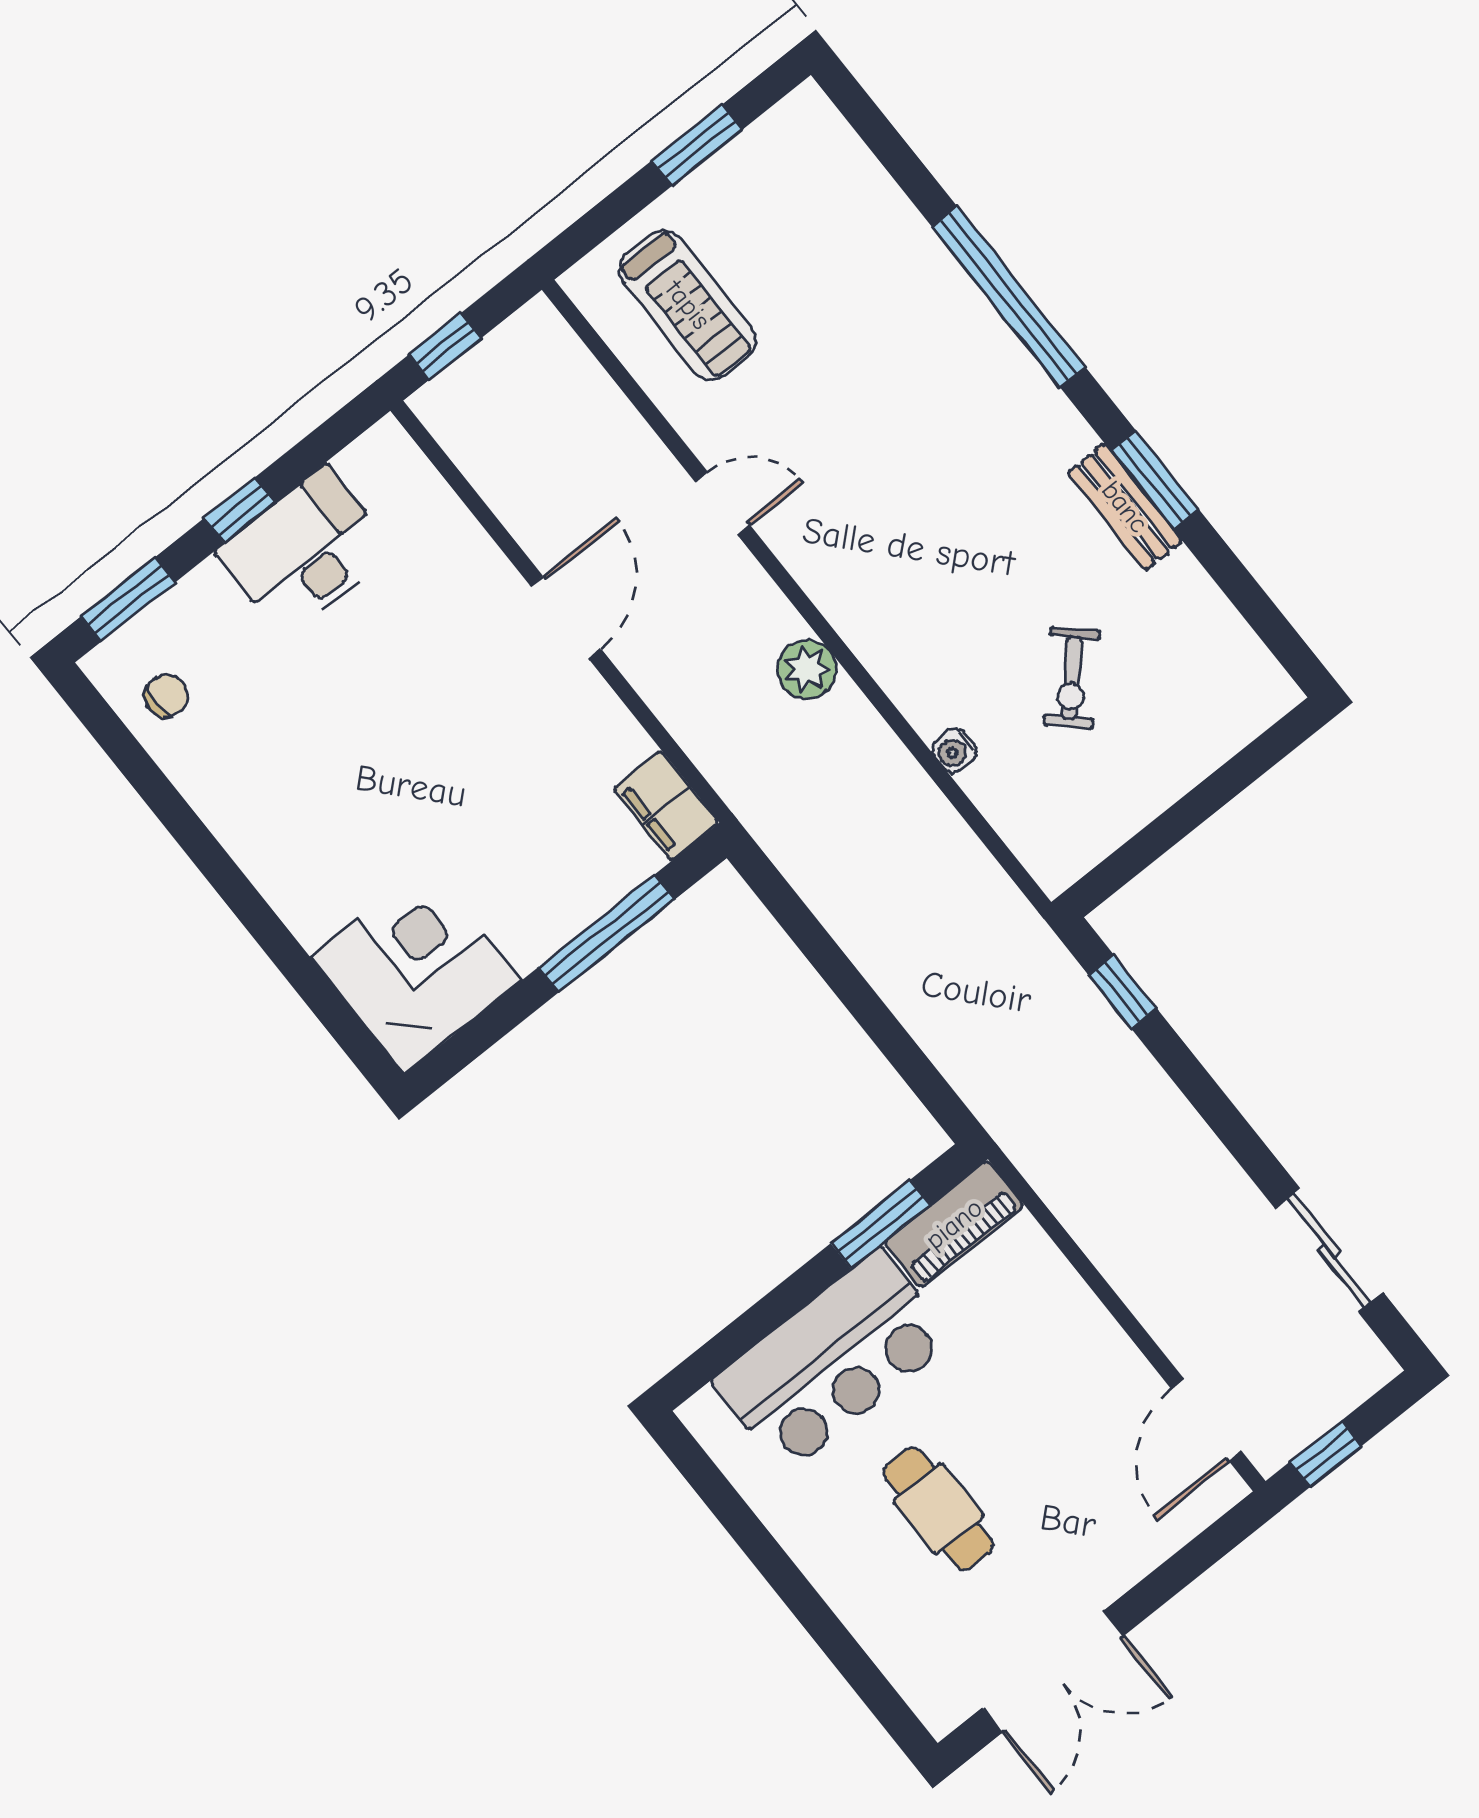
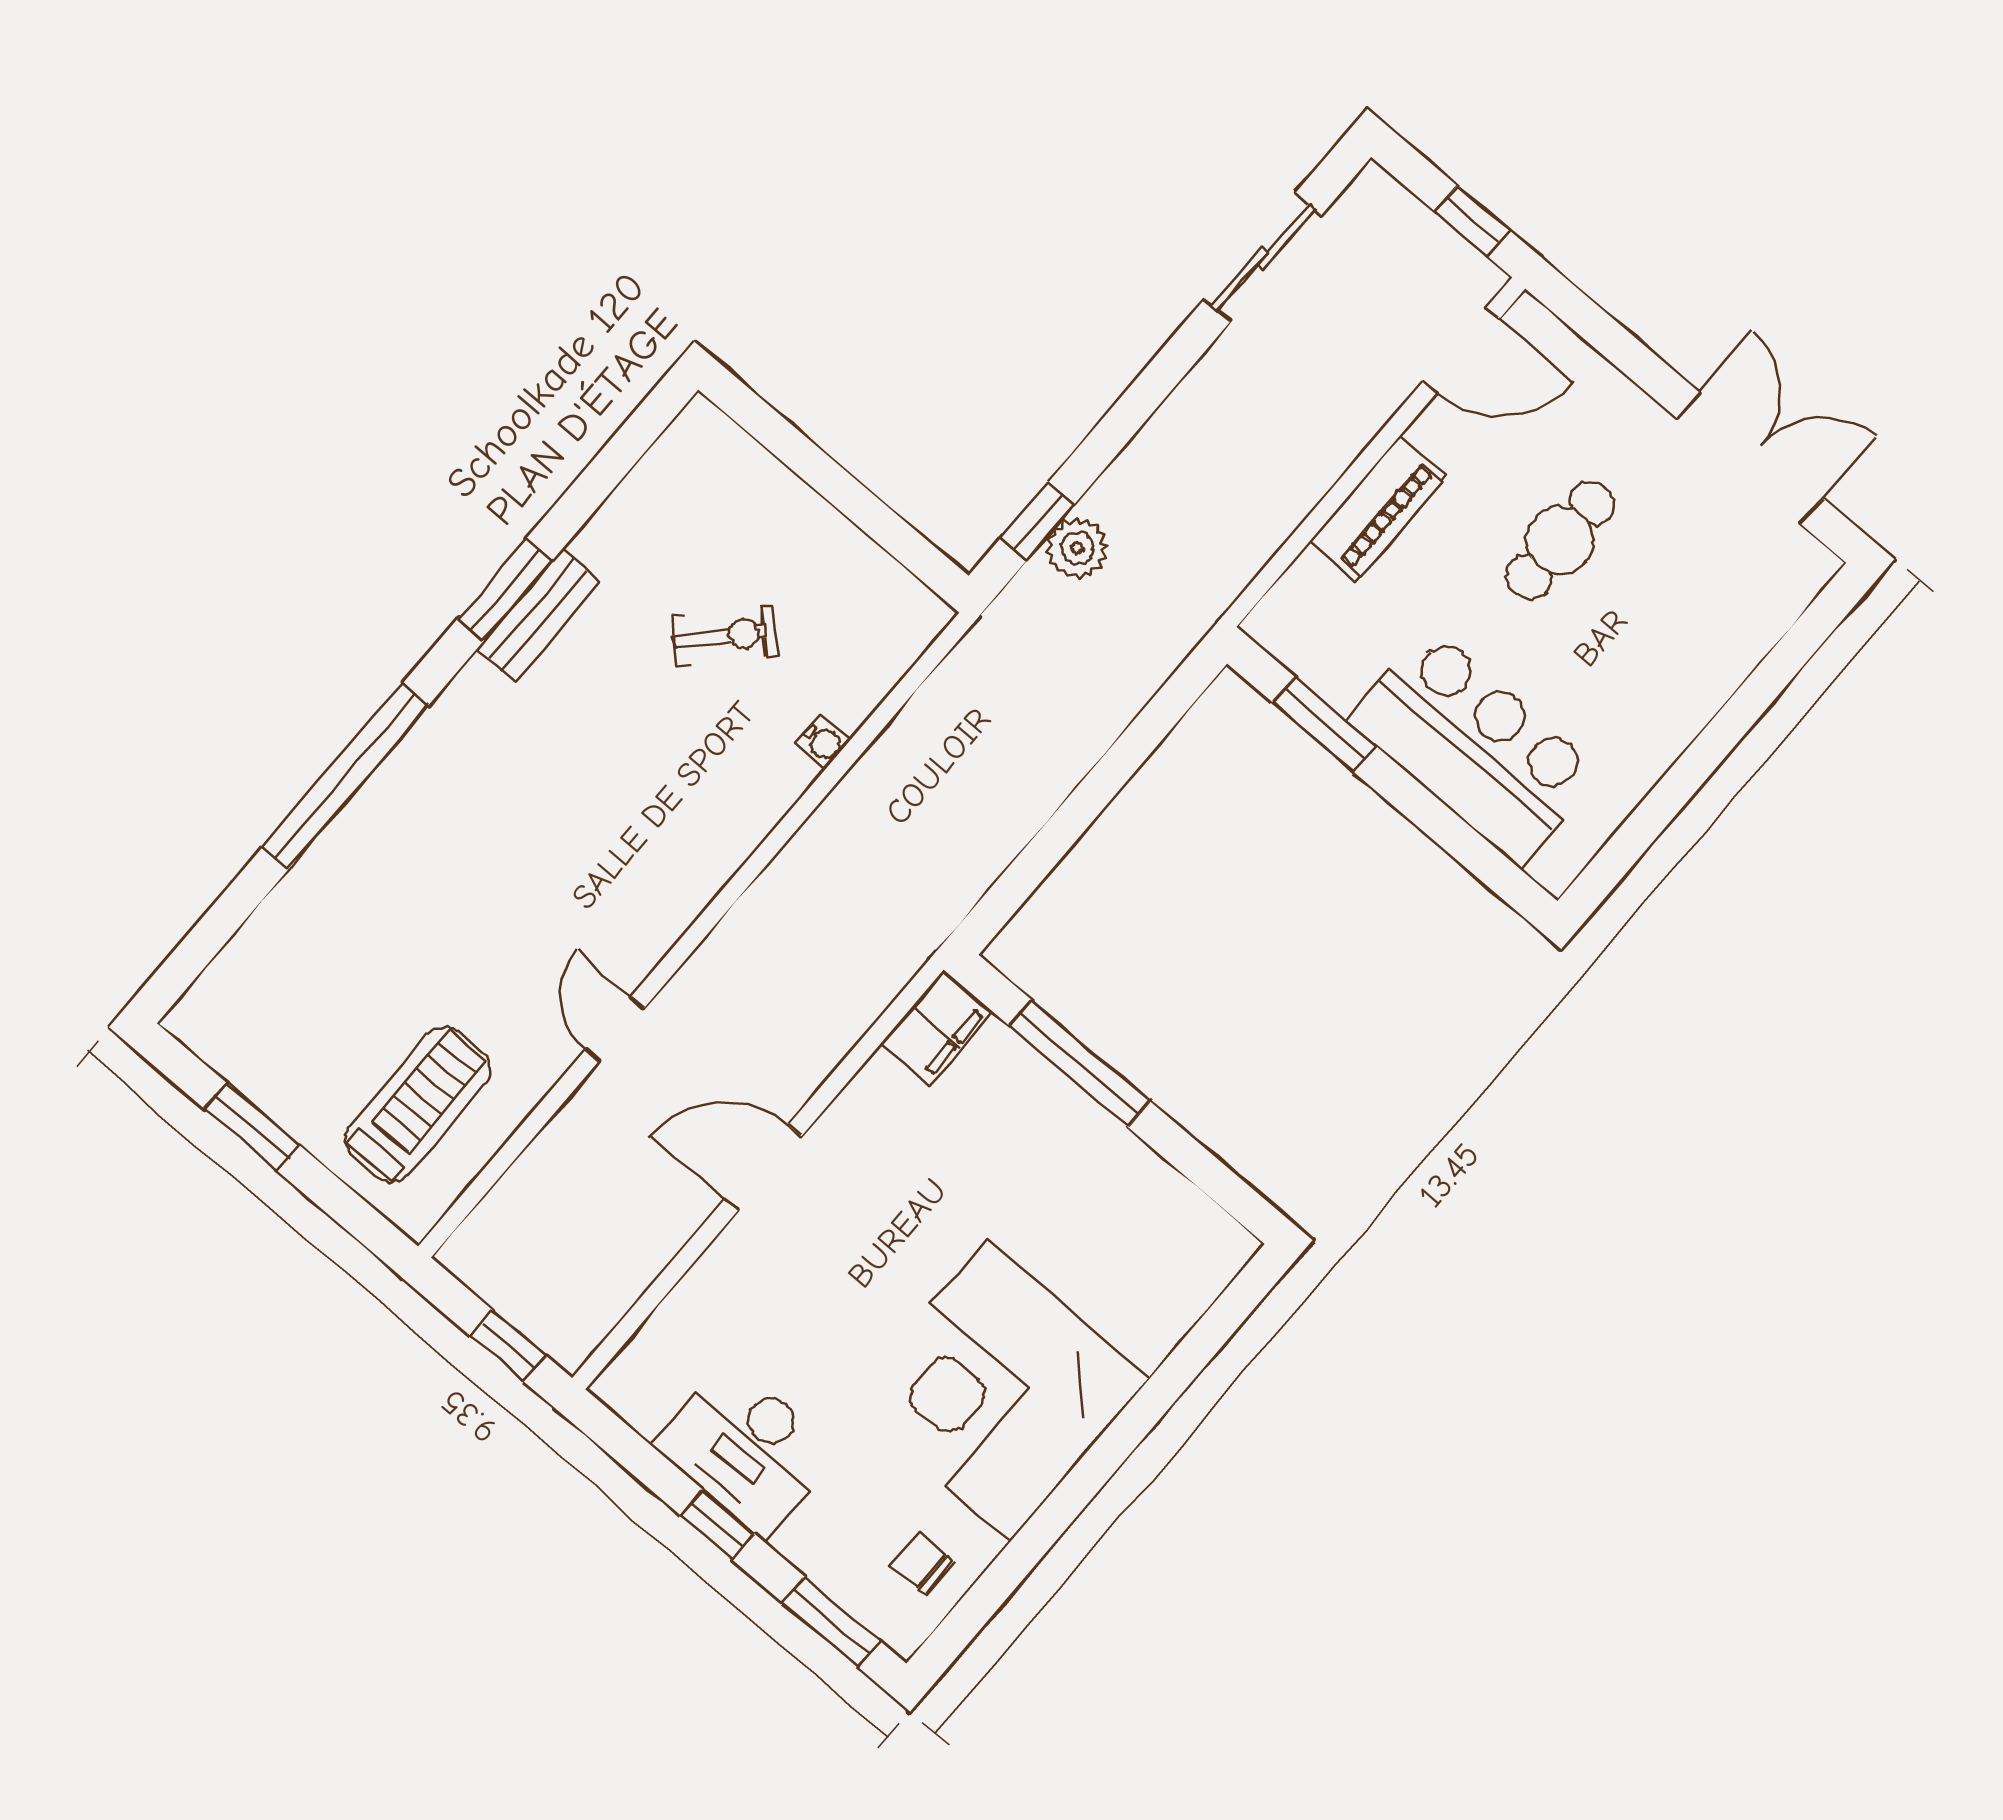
plant: (807, 669) -> (1077, 548), moved
corner desk: (416, 969) -> (999, 1390), moved, width x1.36, depth x1.36
piano: (954, 1224) -> (1378, 508), moved, turned 90
cafe table: (938, 1509) -> (1560, 540), moved

